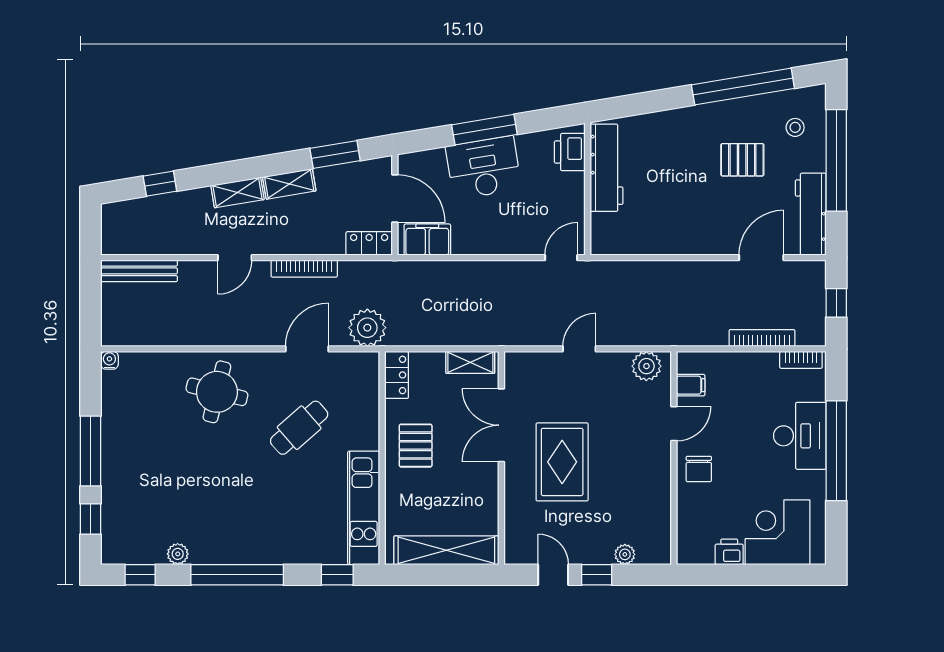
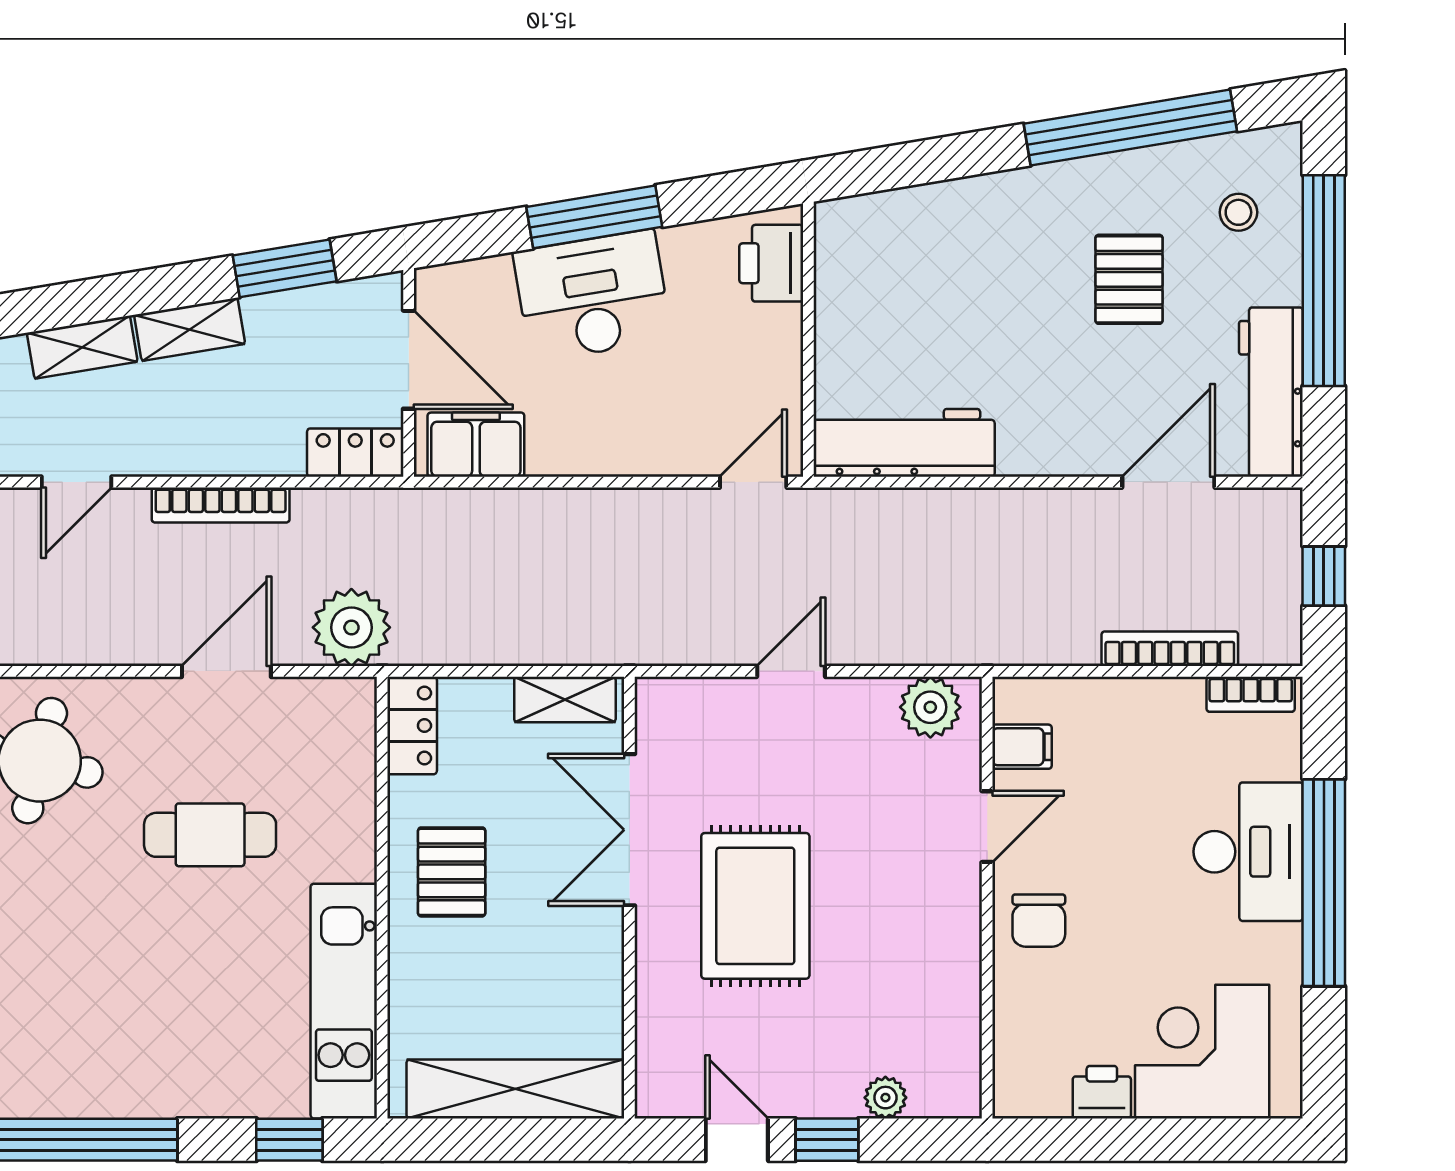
pallet: (742, 160) -> (1129, 279), turned 90
workbench: (607, 168) -> (904, 443), moved, turned -90
cafe table: (299, 428) -> (210, 835), turned 41

